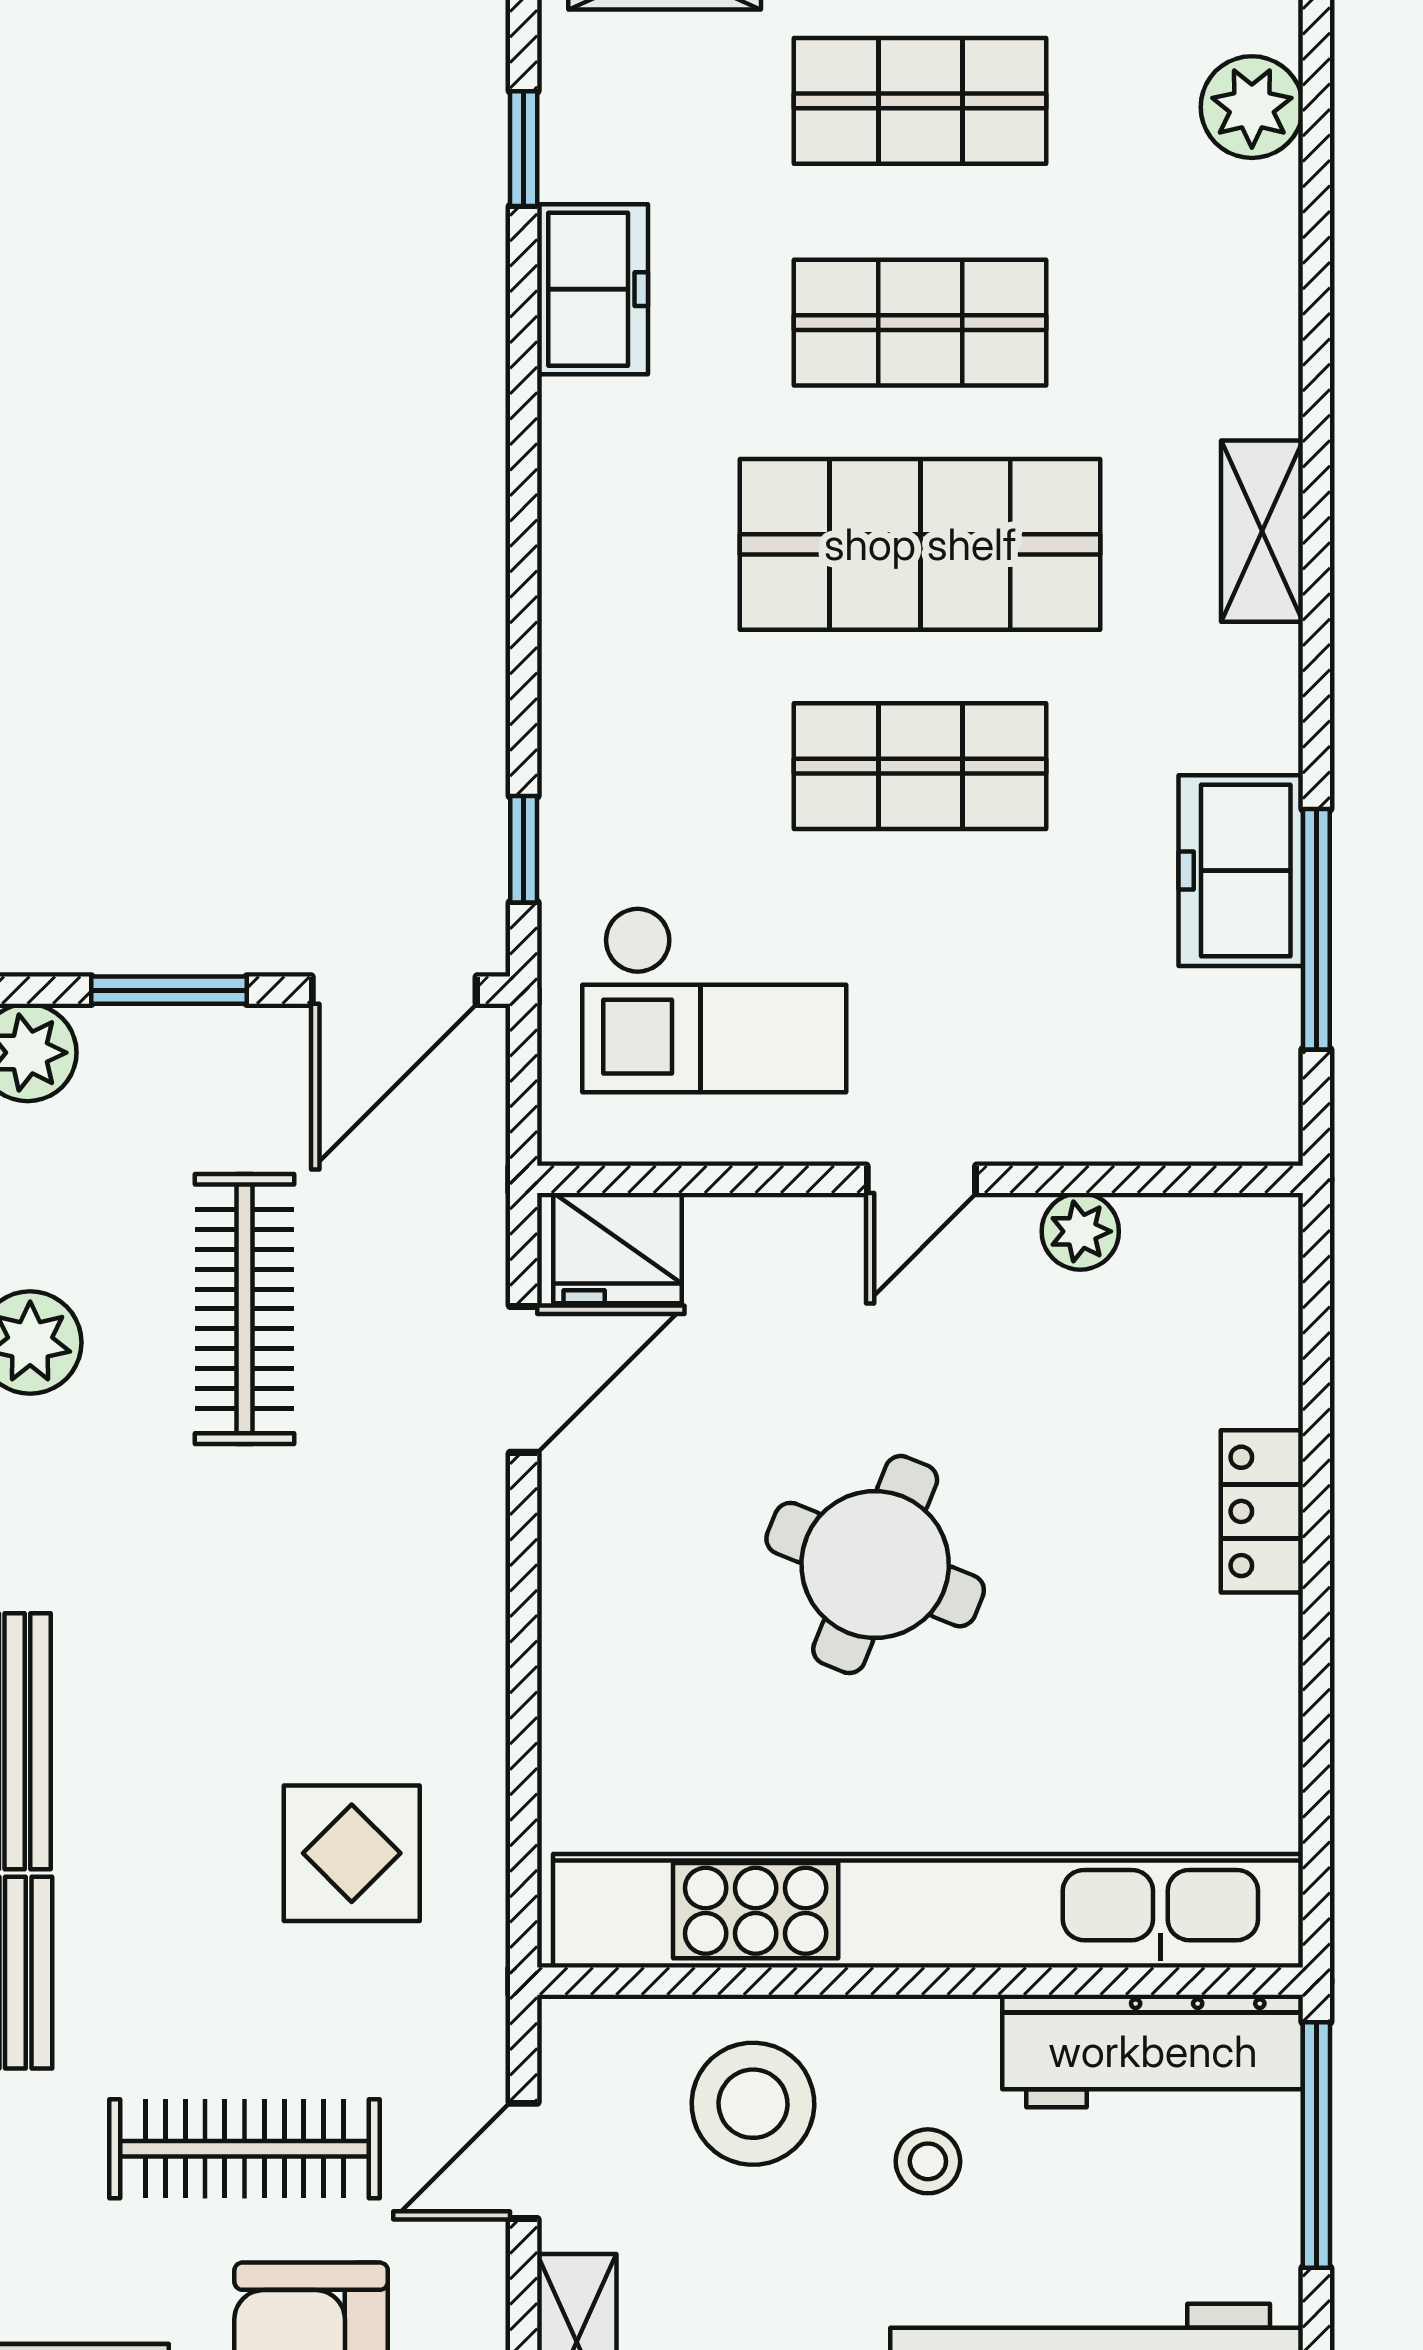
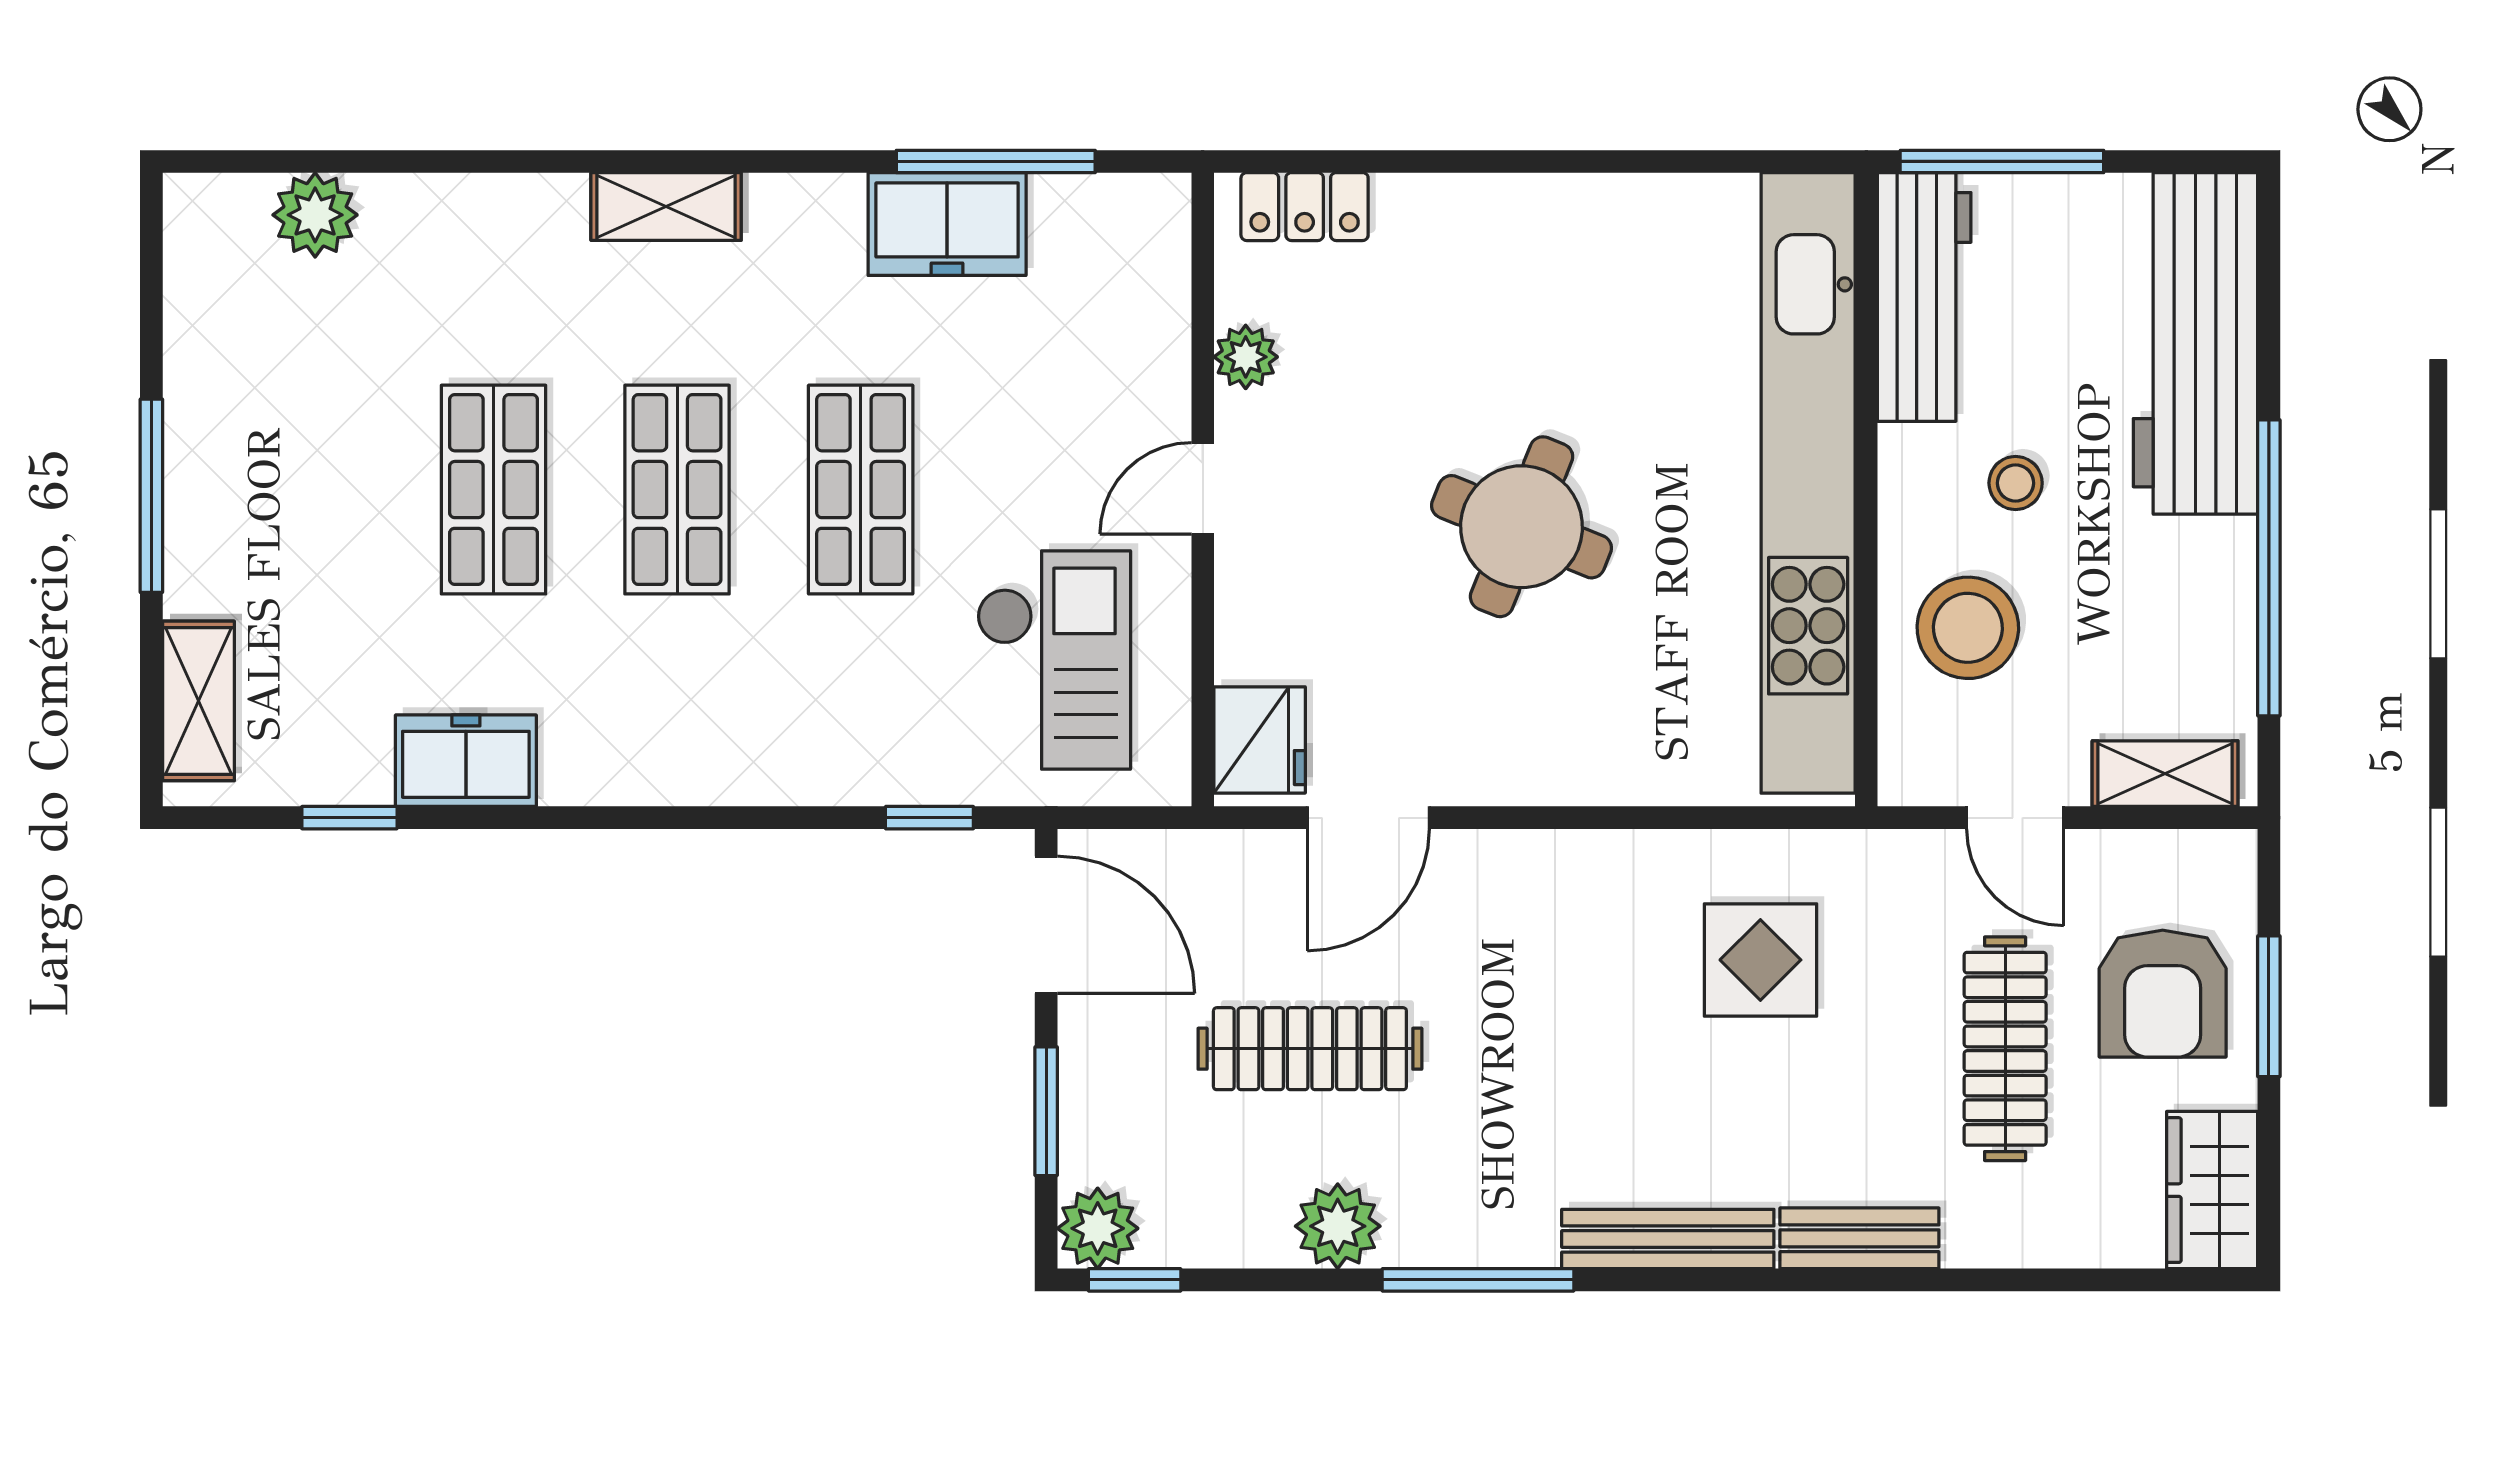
shop shelf: (920, 101) -> (310, 490), removed
shop shelf: (920, 544) -> (677, 490), width x0.70, depth x0.74
door: (921, 1179) -> (1203, 488), swing flipped
door: (524, 1379) -> (1368, 818), swing flipped
locker: (1262, 1511) -> (1305, 207), moved

